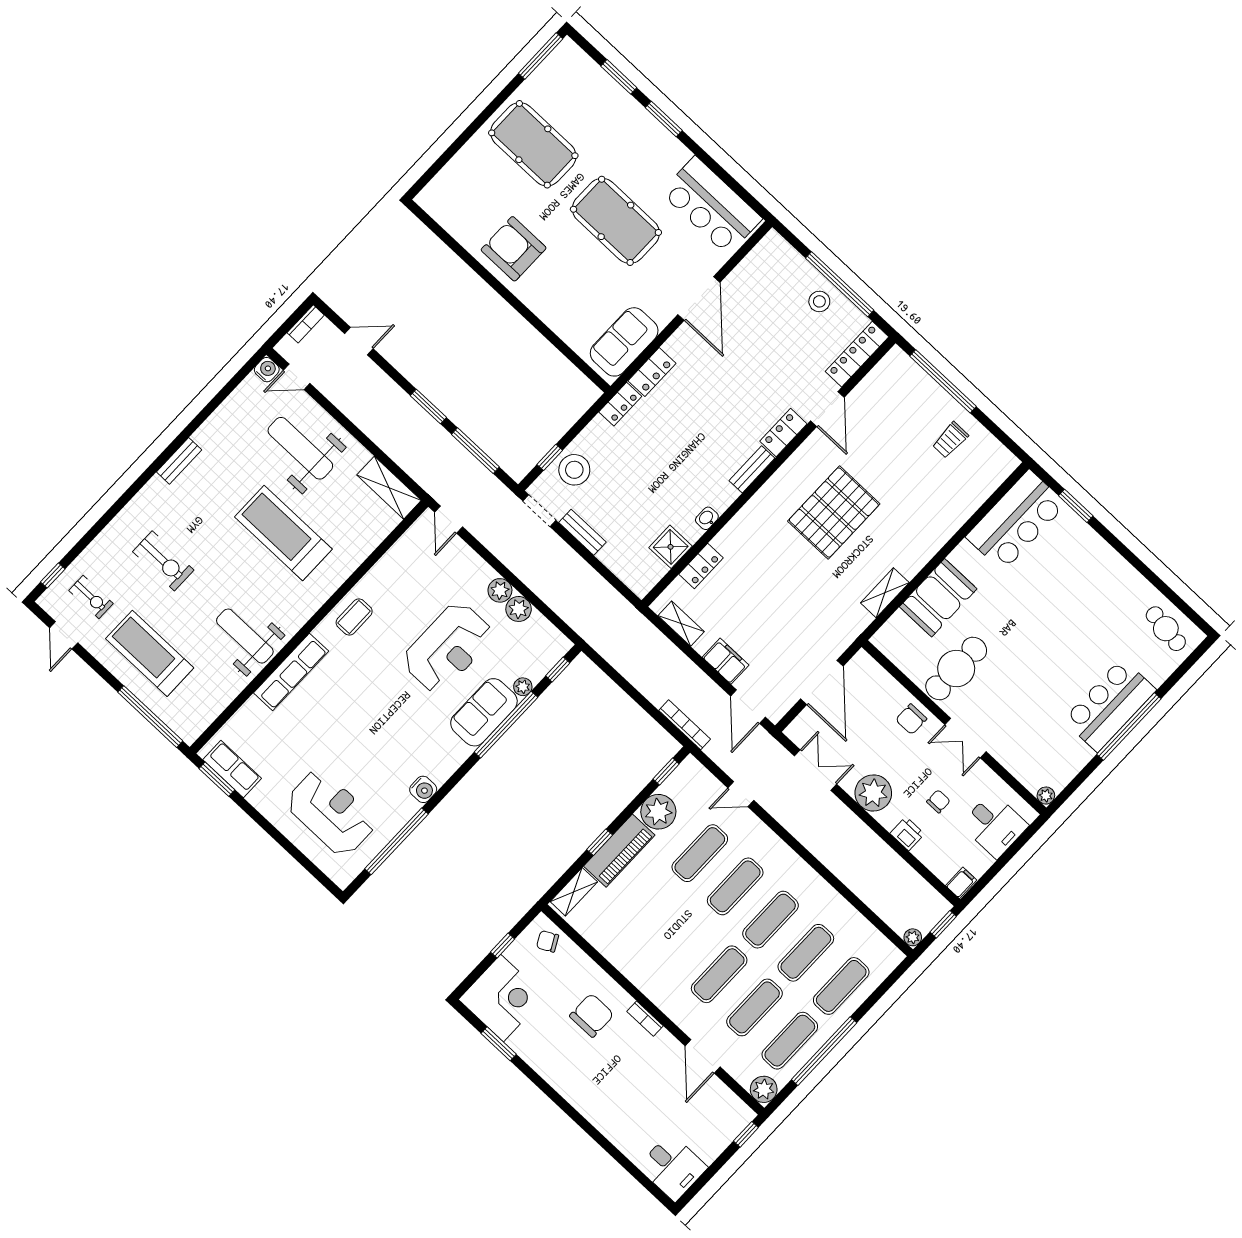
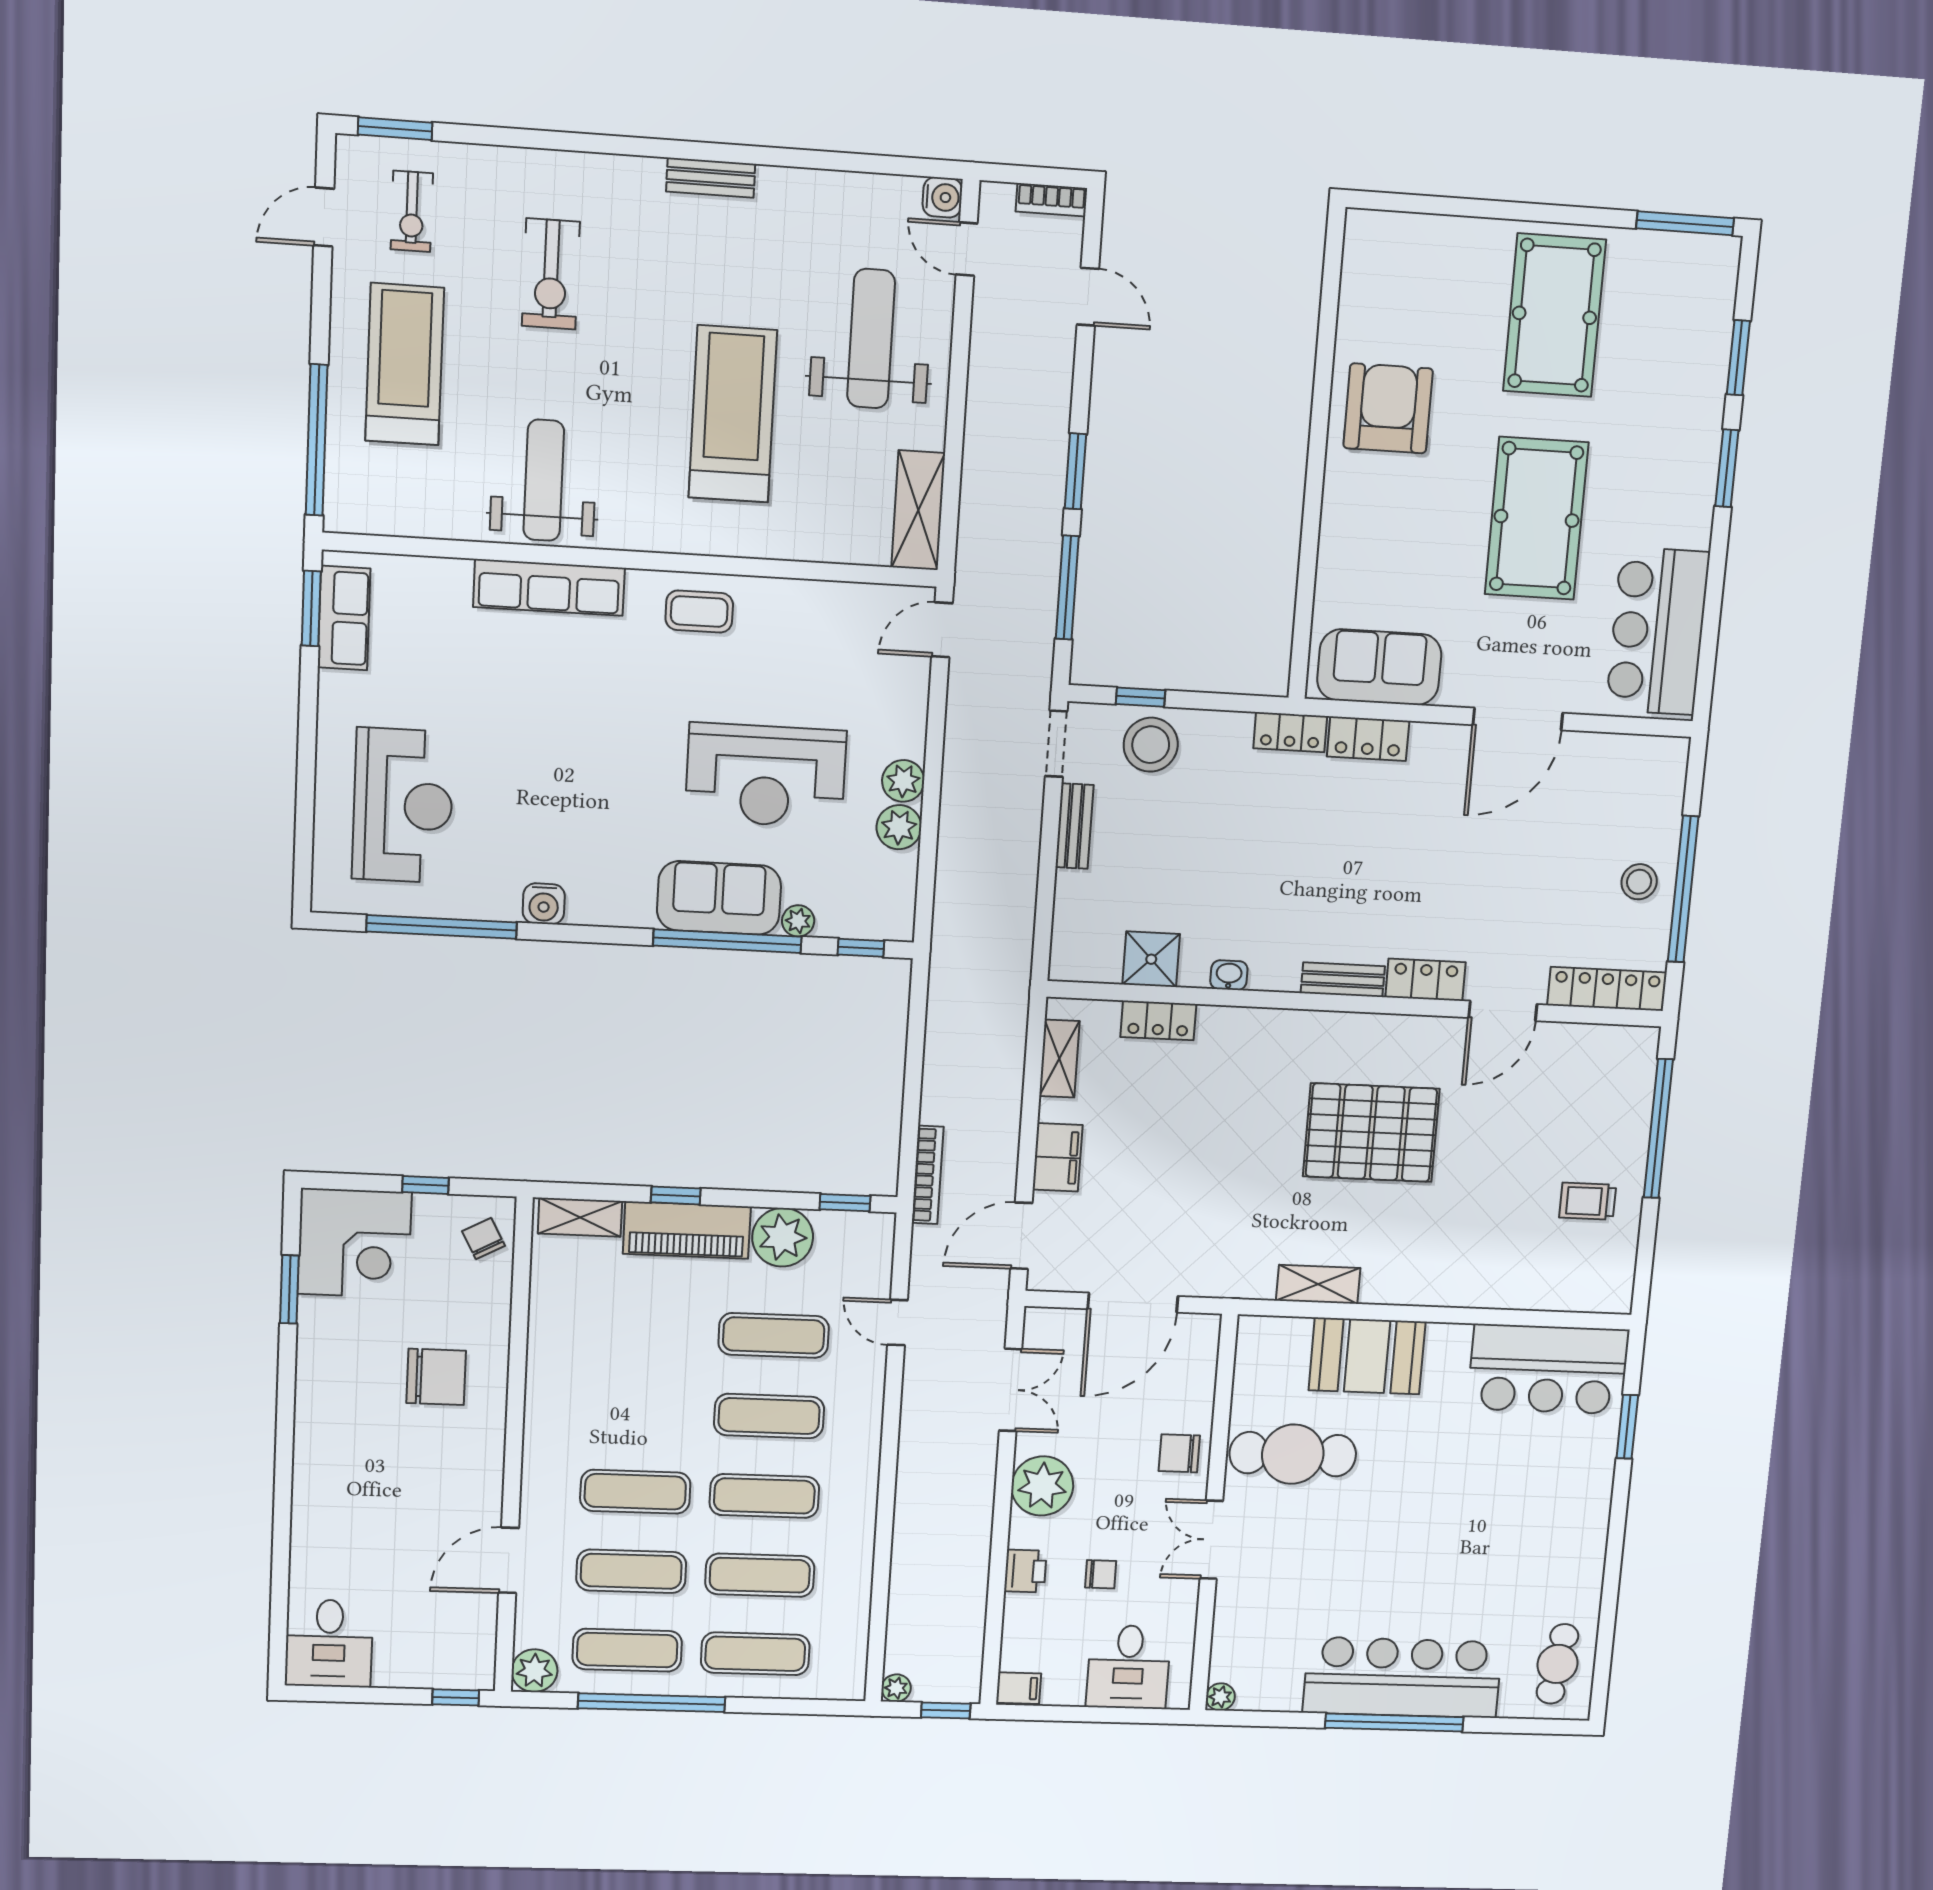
window: (53, 575) -> (395, 129), width x1.50
bar counter: (1110, 705) -> (1403, 1677), width x1.36
bookcase: (645, 1019) -> (493, 1448), removed

